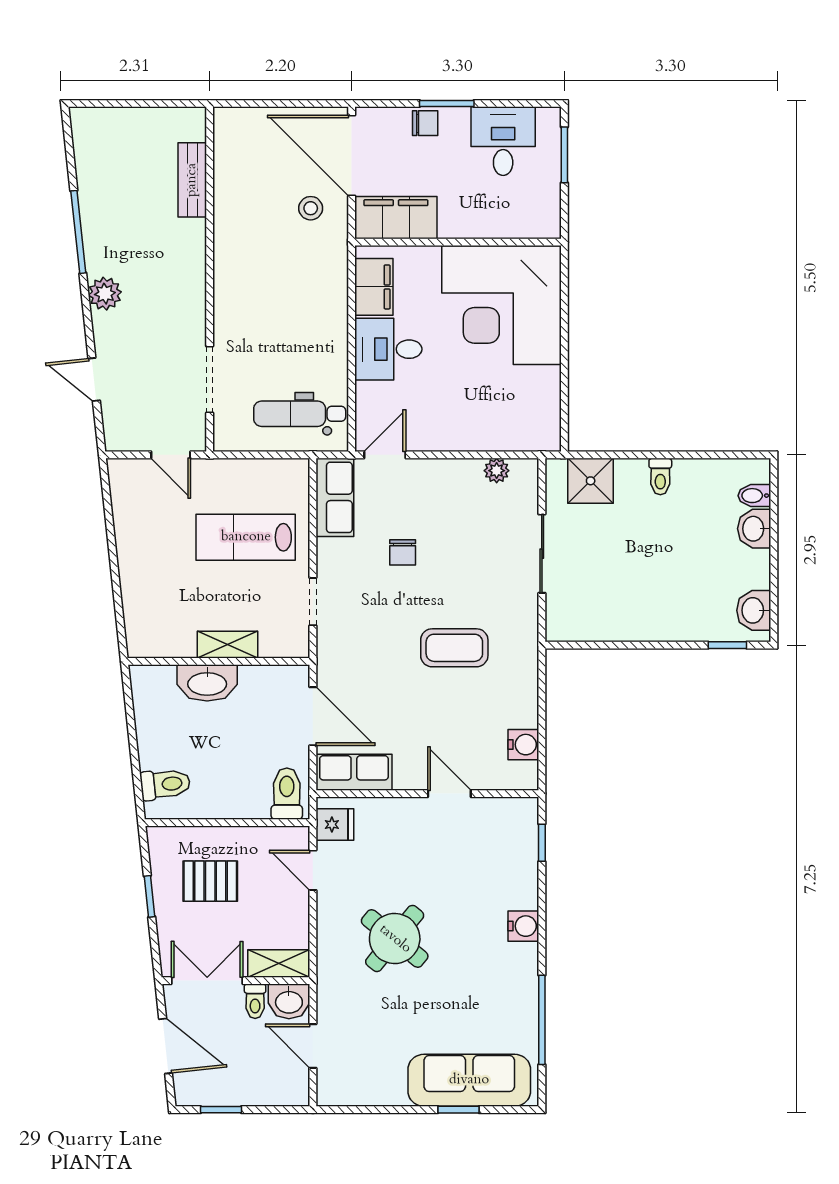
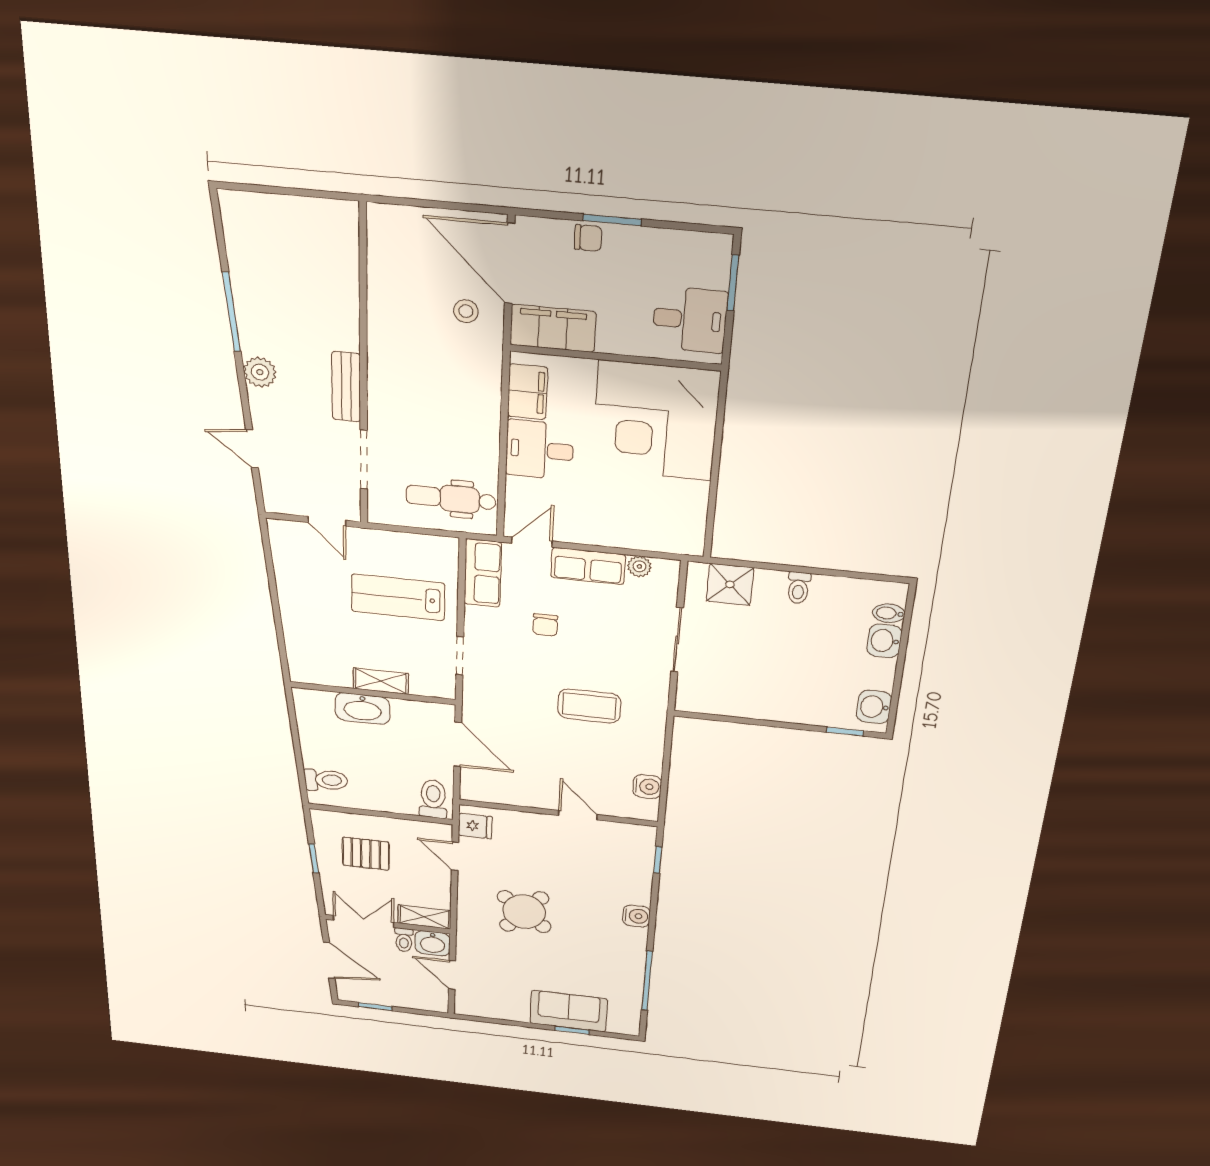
desk: (503, 141) -> (690, 320), moved, turned 90
bench: (192, 180) -> (346, 387), moved
row of seats: (354, 772) -> (588, 566), moved, turned 180
sofa: (469, 1080) -> (569, 1011), width x0.73

